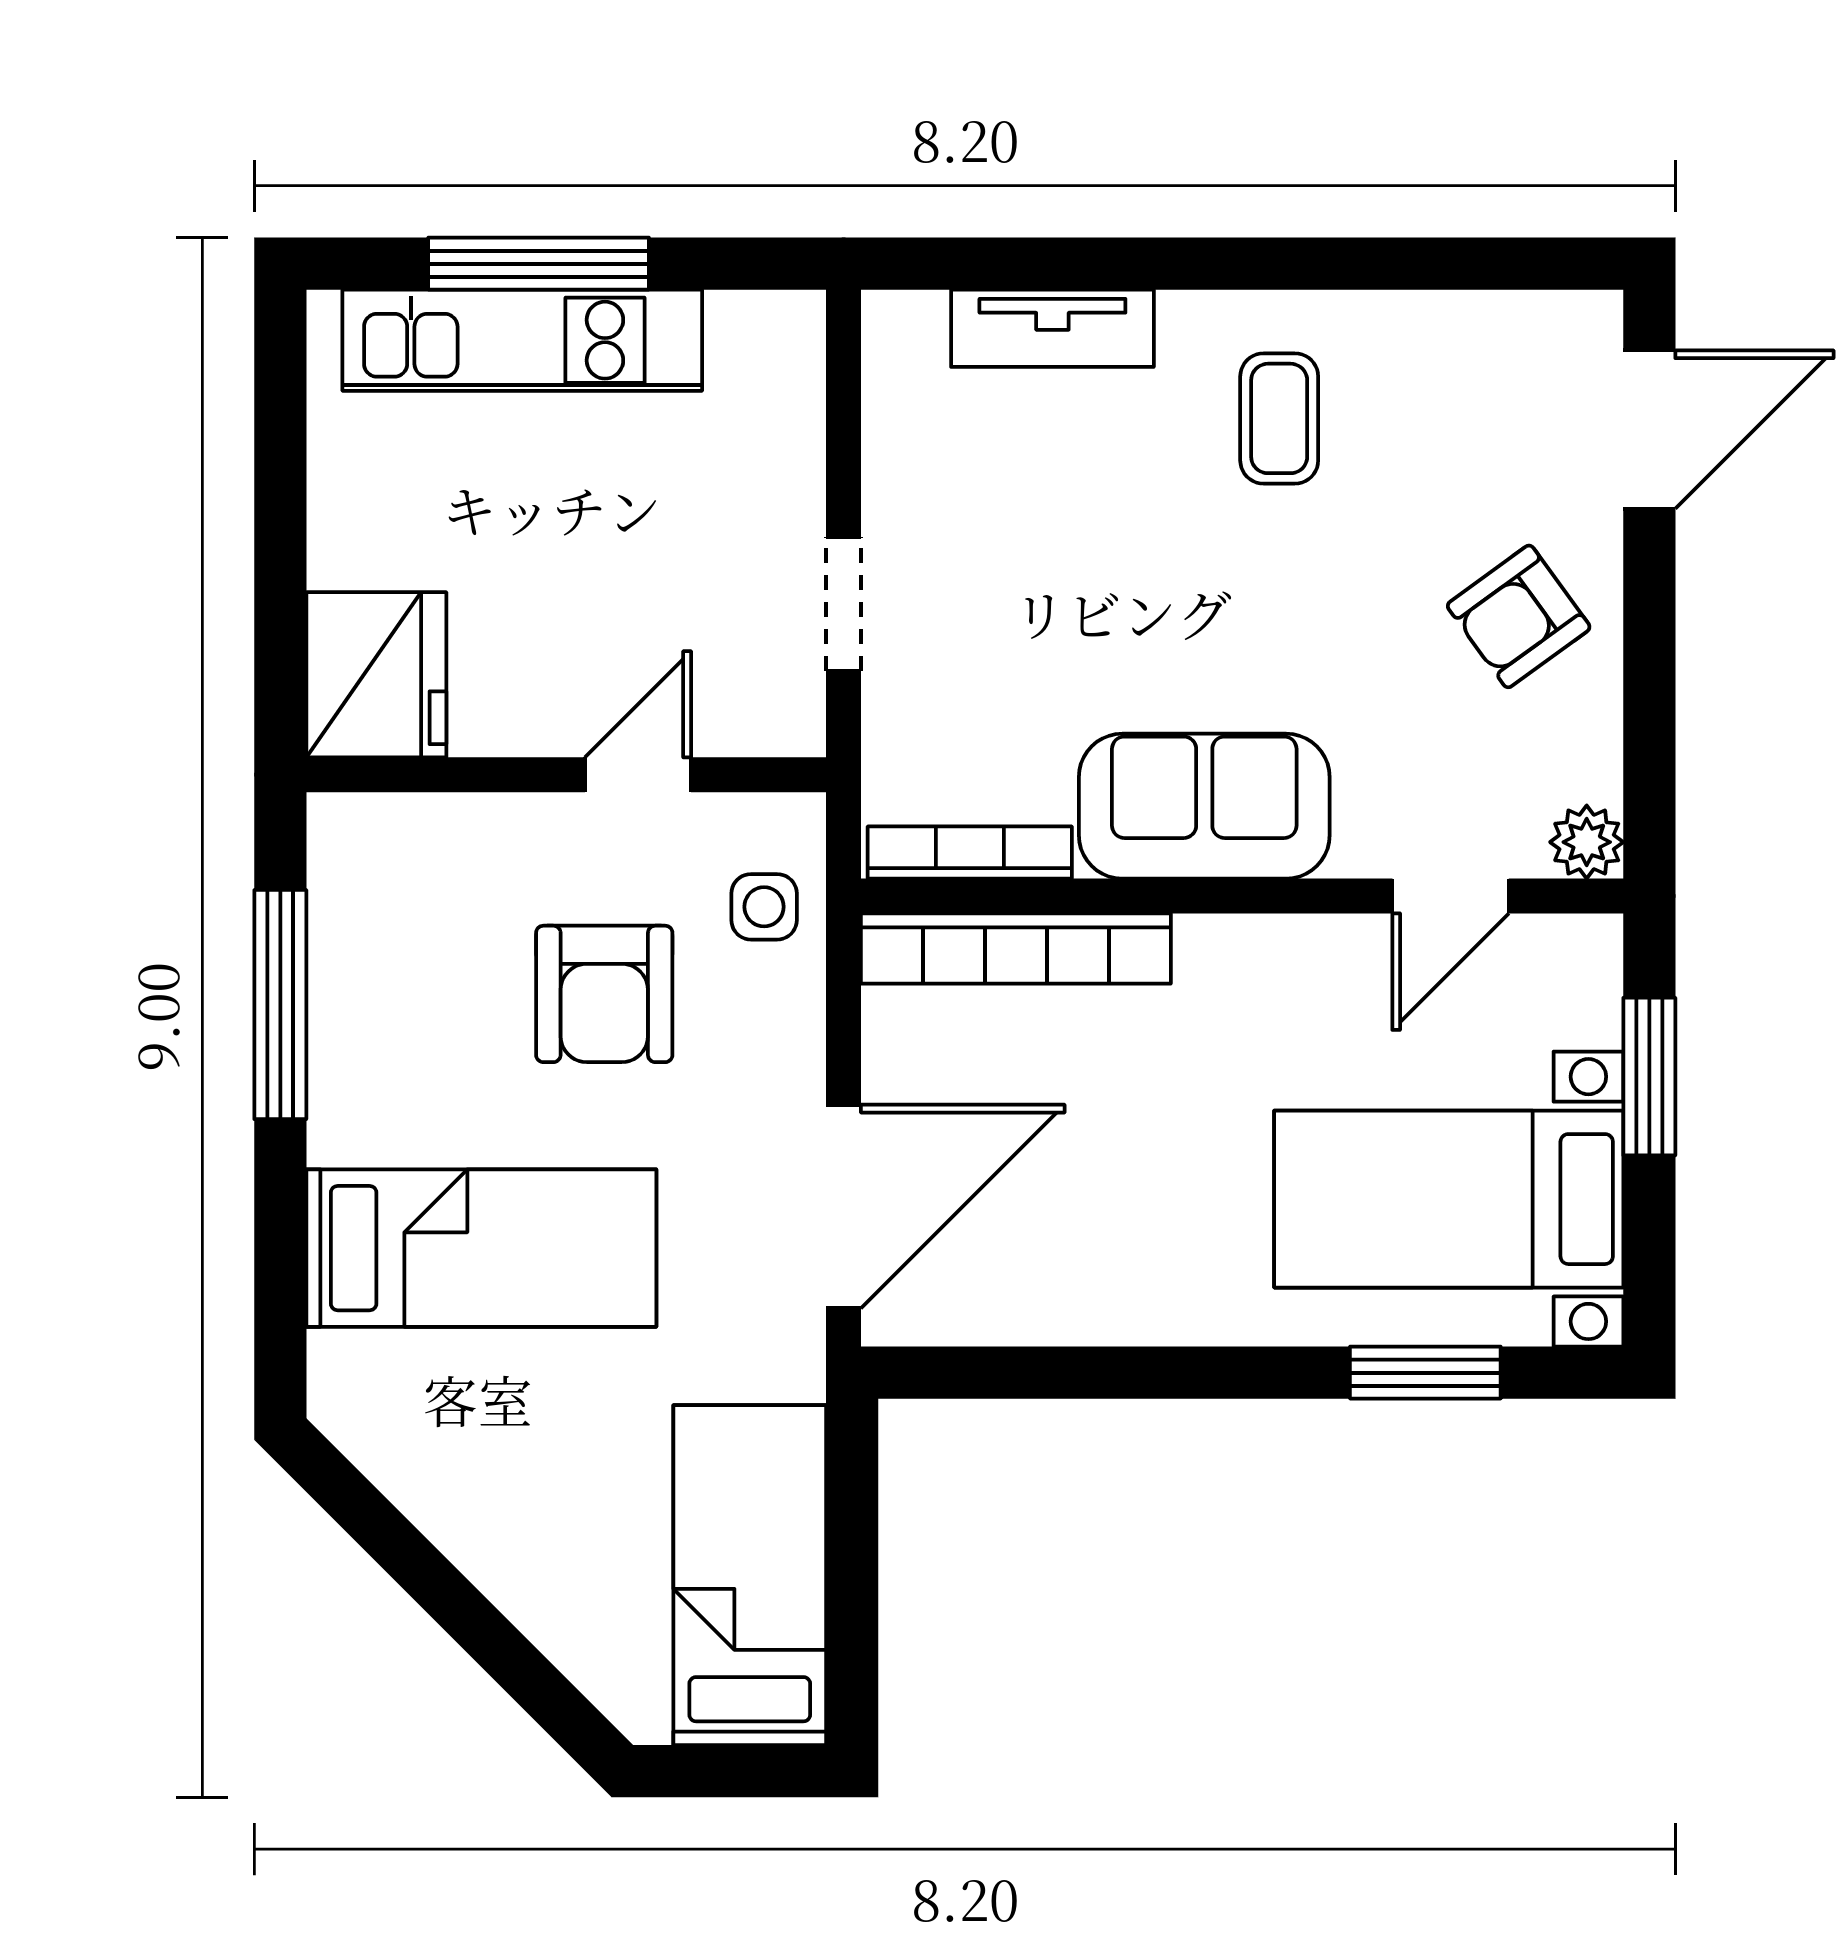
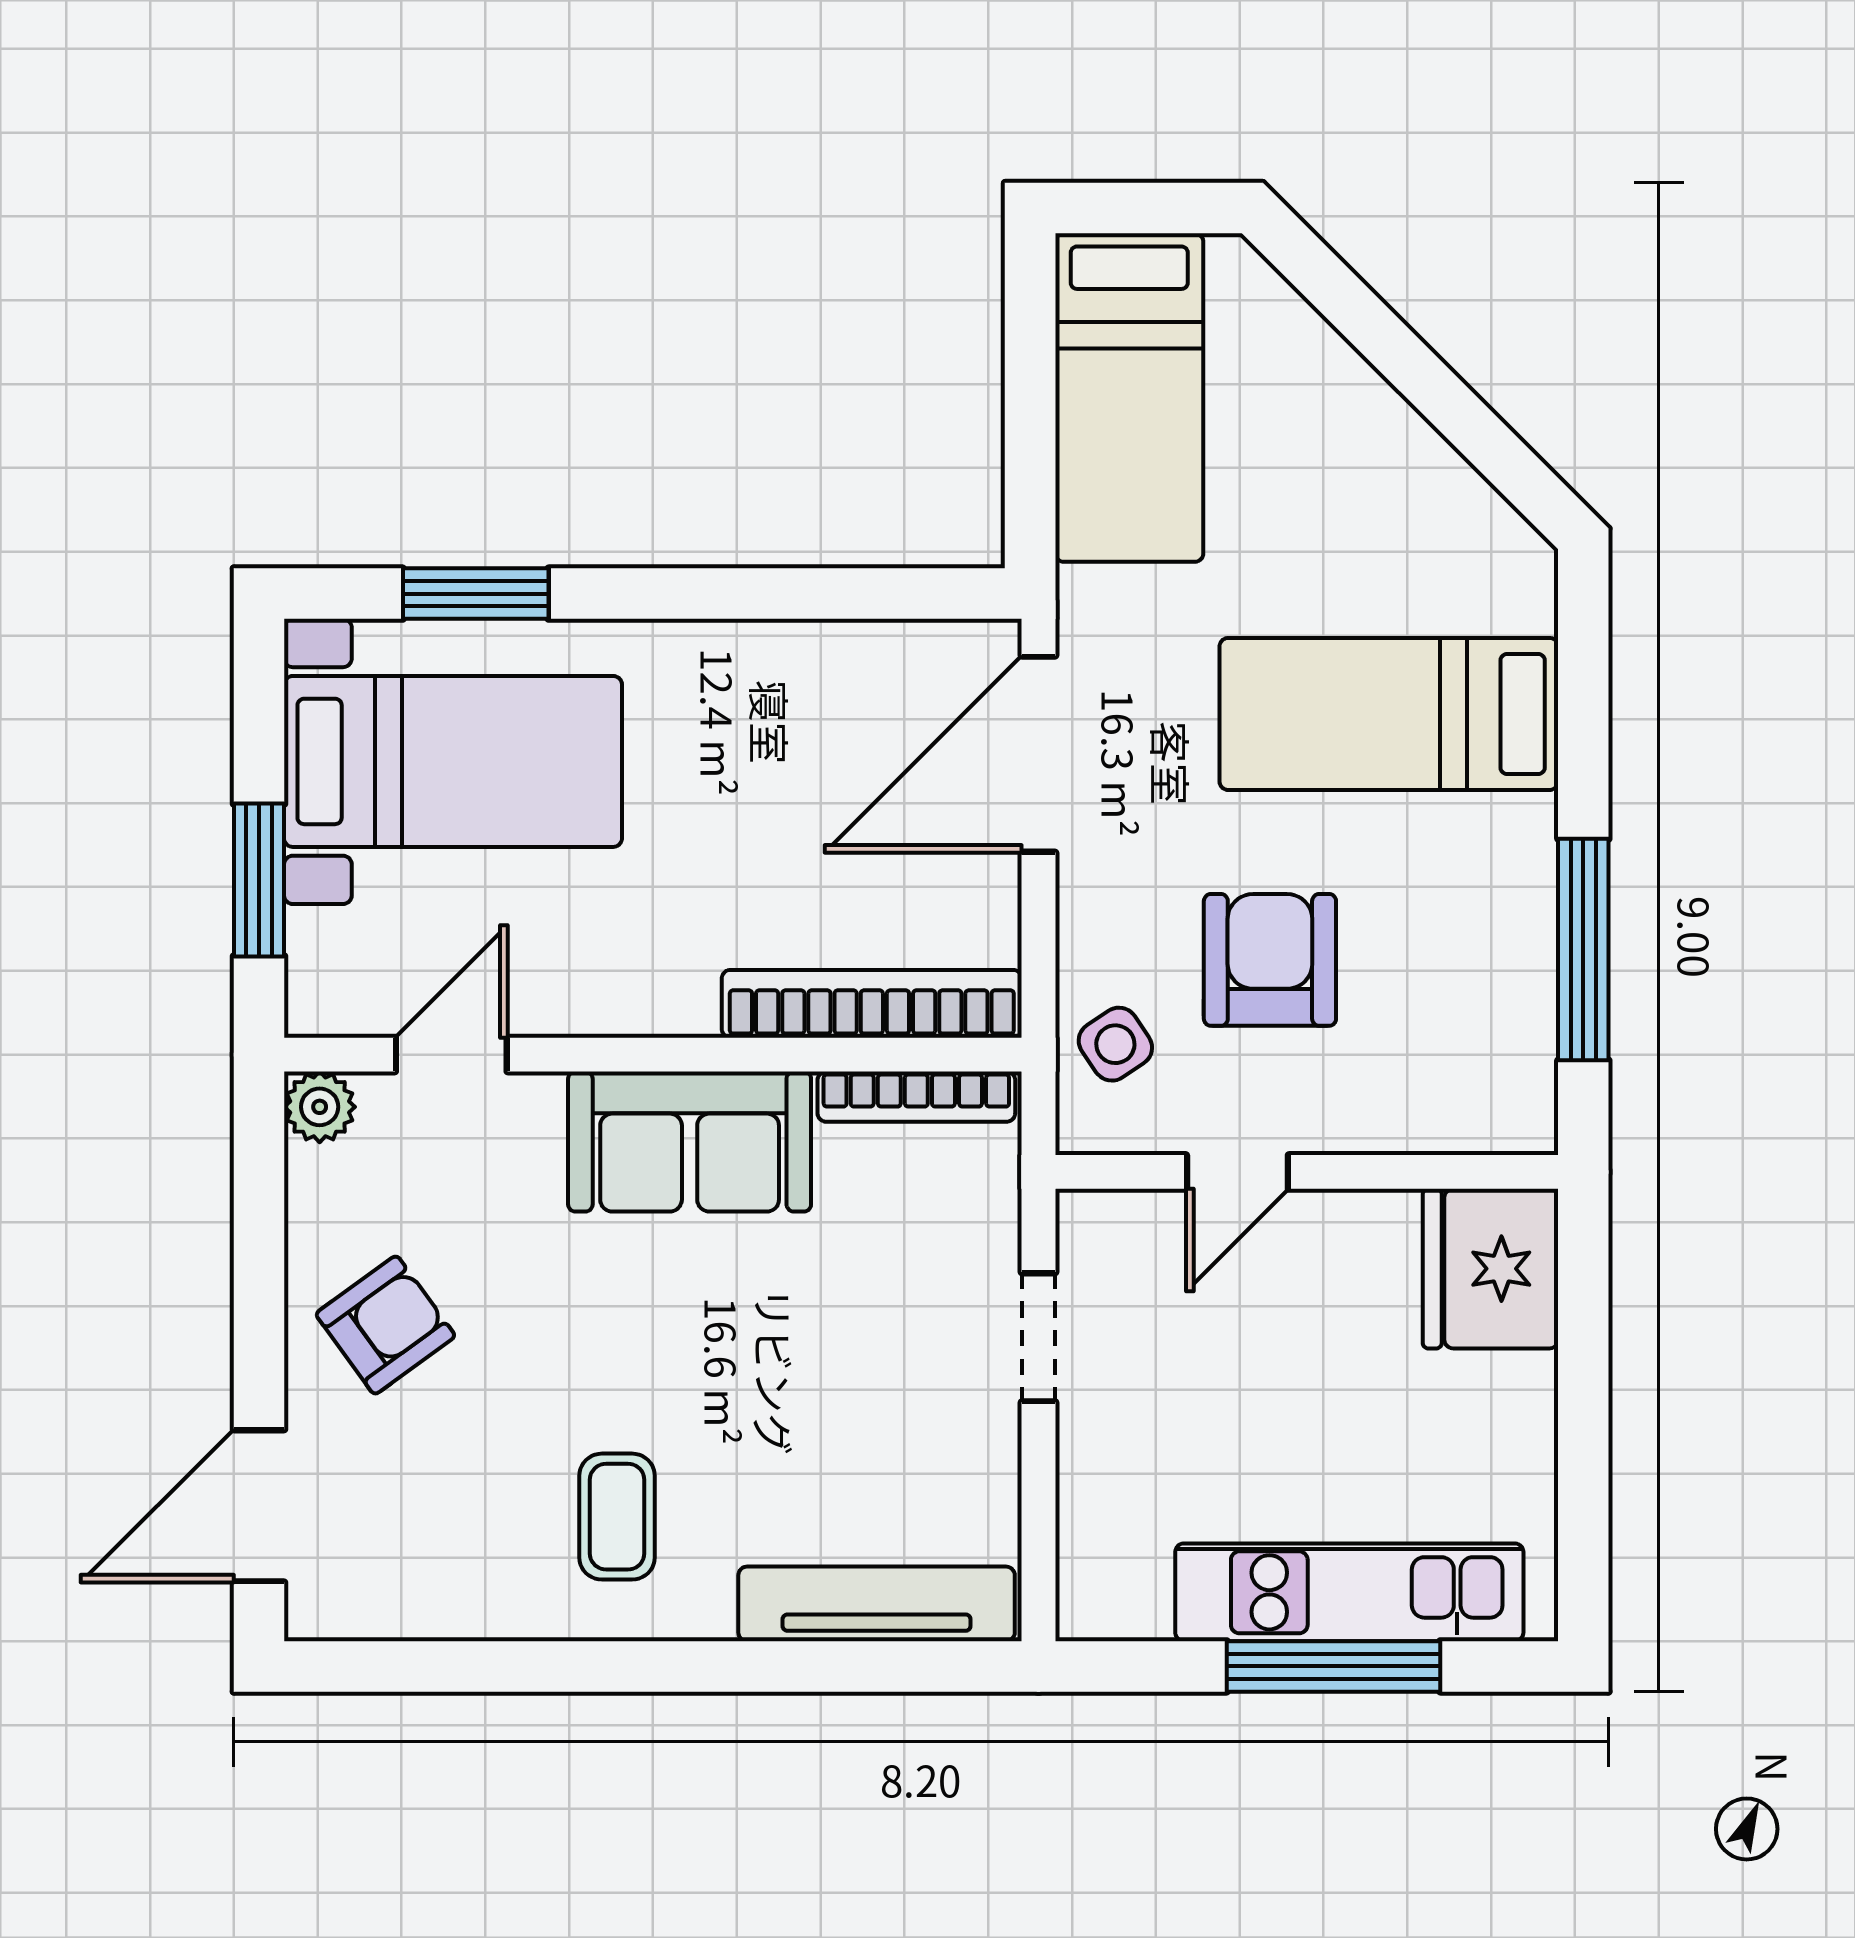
tv unit: (1052, 328) -> (877, 1604), width x1.41
side table: (764, 907) -> (1115, 1044), turned -34

